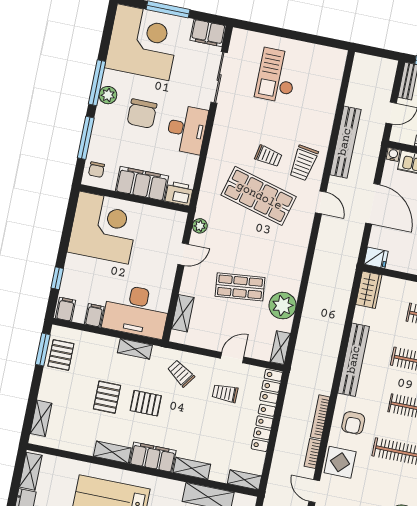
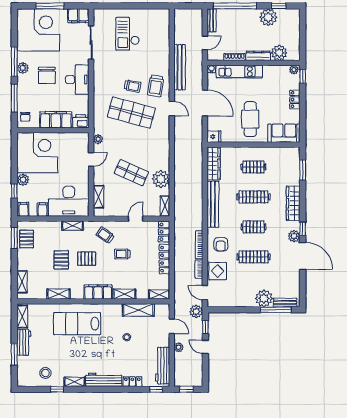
plant: (74, 264) -> (23, 180), added
shop shelf: (240, 287) -> (131, 173), turned 30
wardrobe: (369, 290) -> (214, 163), width x1.50
trolley: (225, 393) -> (122, 254), moved
shelving: (112, 452) -> (59, 294), moved

